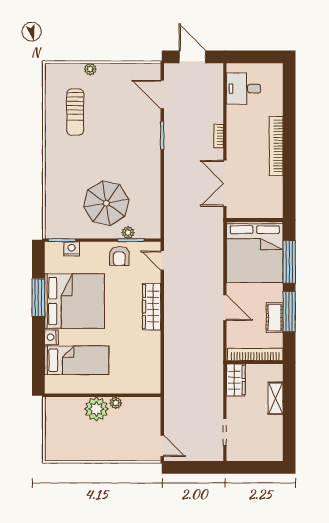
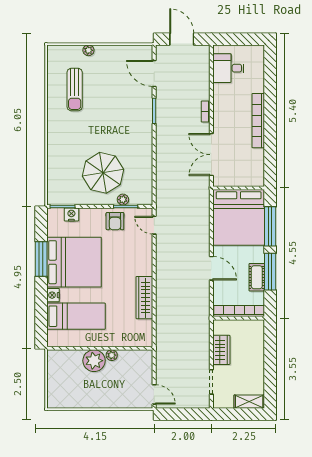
wardrobe: (152, 307) -> (144, 298), moved
wardrobe: (236, 380) -> (221, 350), moved
shelving: (276, 398) -> (249, 402), moved, turned 90

